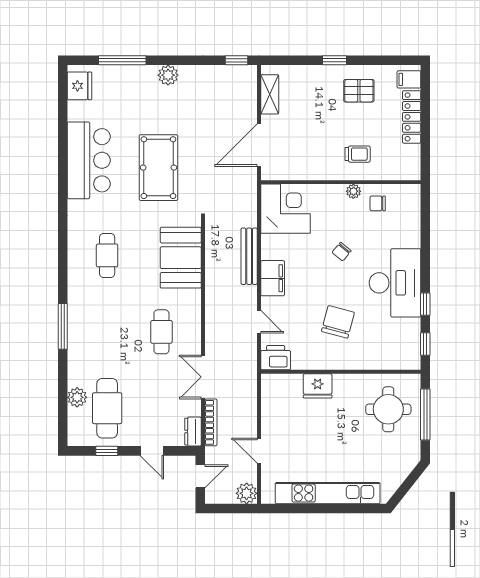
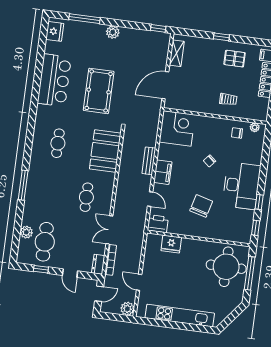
plant: (353, 191) -> (255, 127), moved
bench: (249, 256) -> (149, 161), width x0.73
fridge: (318, 386) -> (171, 244), moved
round table: (388, 409) -> (226, 267), width x1.36, depth x1.36

